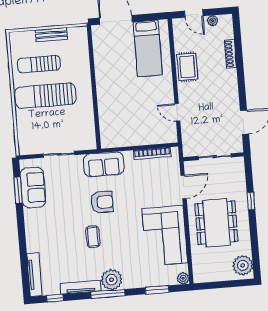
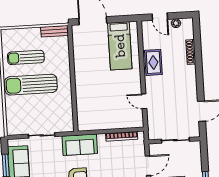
bench: (51, 35) -> (54, 31), moved

